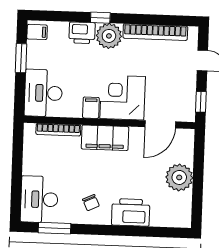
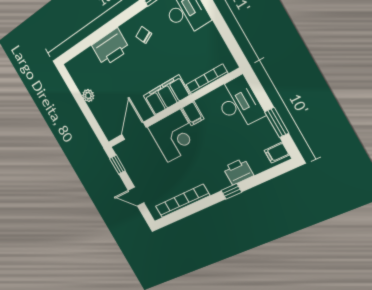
plant: (109, 36) -> (215, 180), removed
plant: (179, 177) -> (88, 96), width x0.53, depth x0.53

